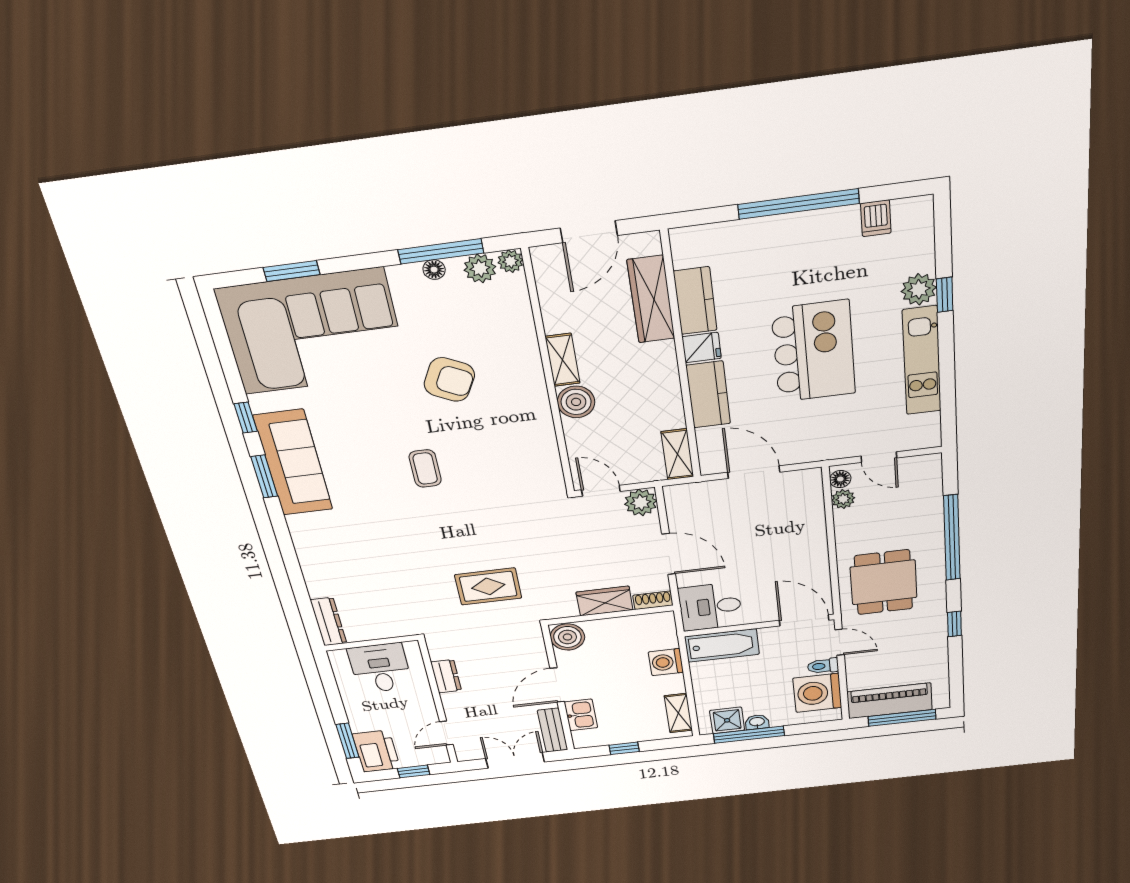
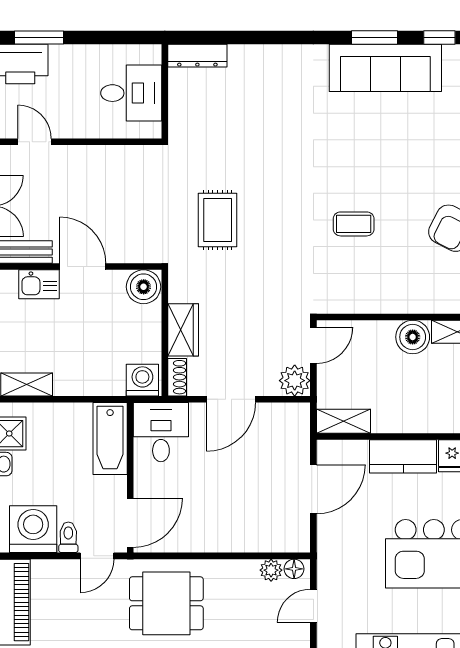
coffee table: (425, 469) -> (354, 224), moved
washing machine: (666, 662) -> (142, 380), moved
dresser: (446, 676) -> (111, 157), removed

